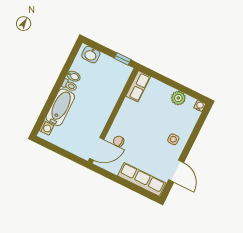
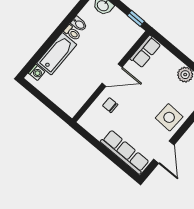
side table: (173, 139) -> (169, 117), width x1.87, depth x1.87
door: (97, 149) -> (112, 75), moved

